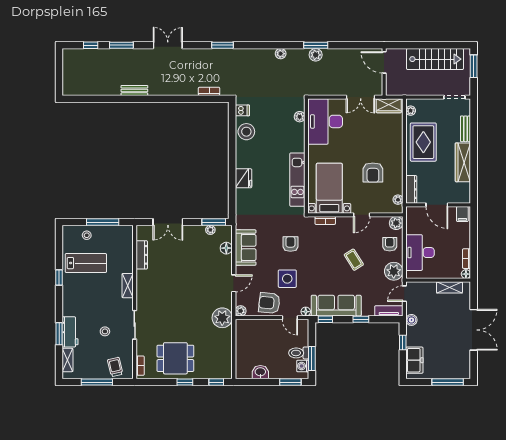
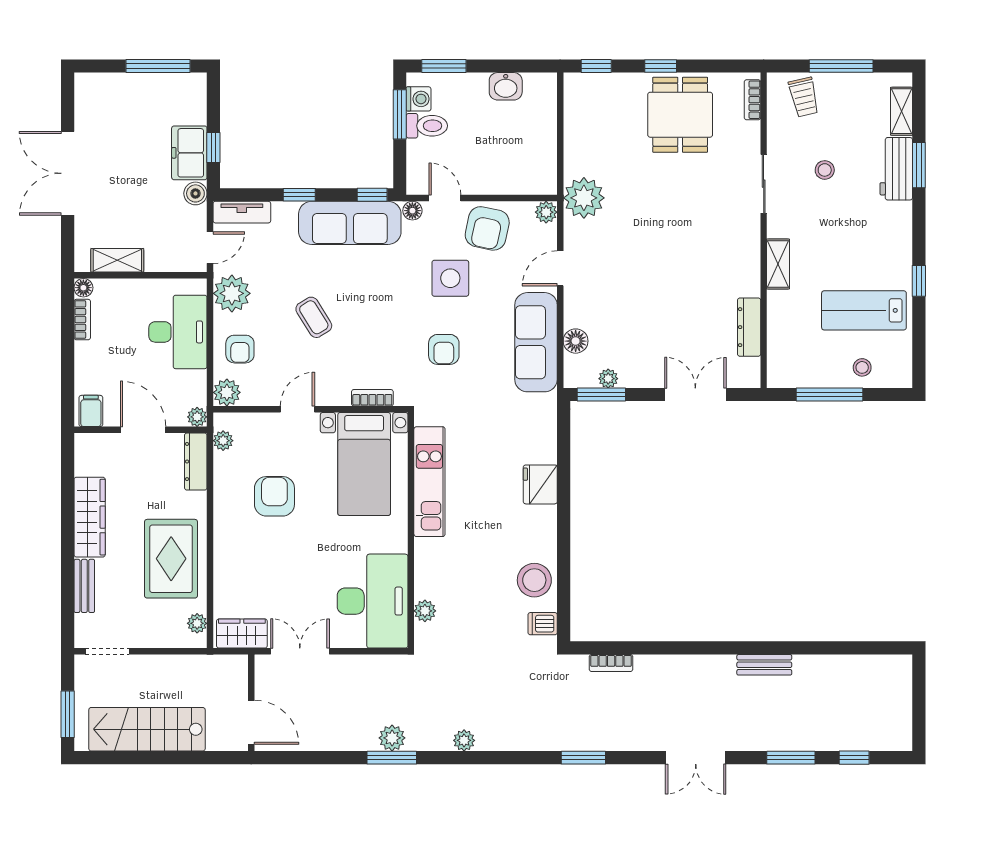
plant: (411, 211) -> (197, 417), added
sofa: (246, 248) -> (536, 342), width x1.36
armchair: (269, 303) -> (487, 228), turned 96
dining table: (175, 358) -> (680, 115), turned 90
freezer: (414, 360) -> (189, 153), moved
window: (448, 382) -> (158, 66), moved

